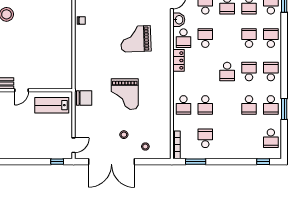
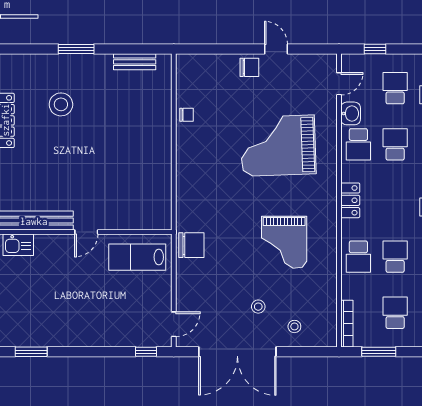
grand piano: (136, 39) -> (278, 146), width x1.37, depth x1.48
locker: (179, 60) -> (350, 200), moved
grand piano: (125, 94) -> (284, 242), moved
school desk: (205, 105) -> (395, 257), turned 180

